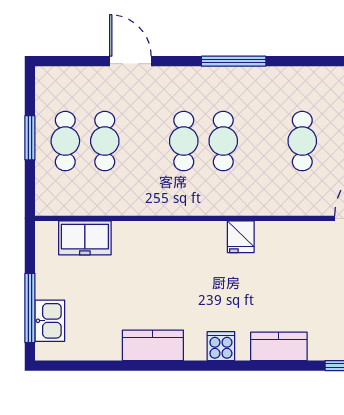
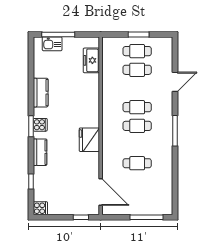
fridge: (241, 237) -> (89, 140), width x1.88, depth x1.34
window: (224, 366) -> (31, 126), added

